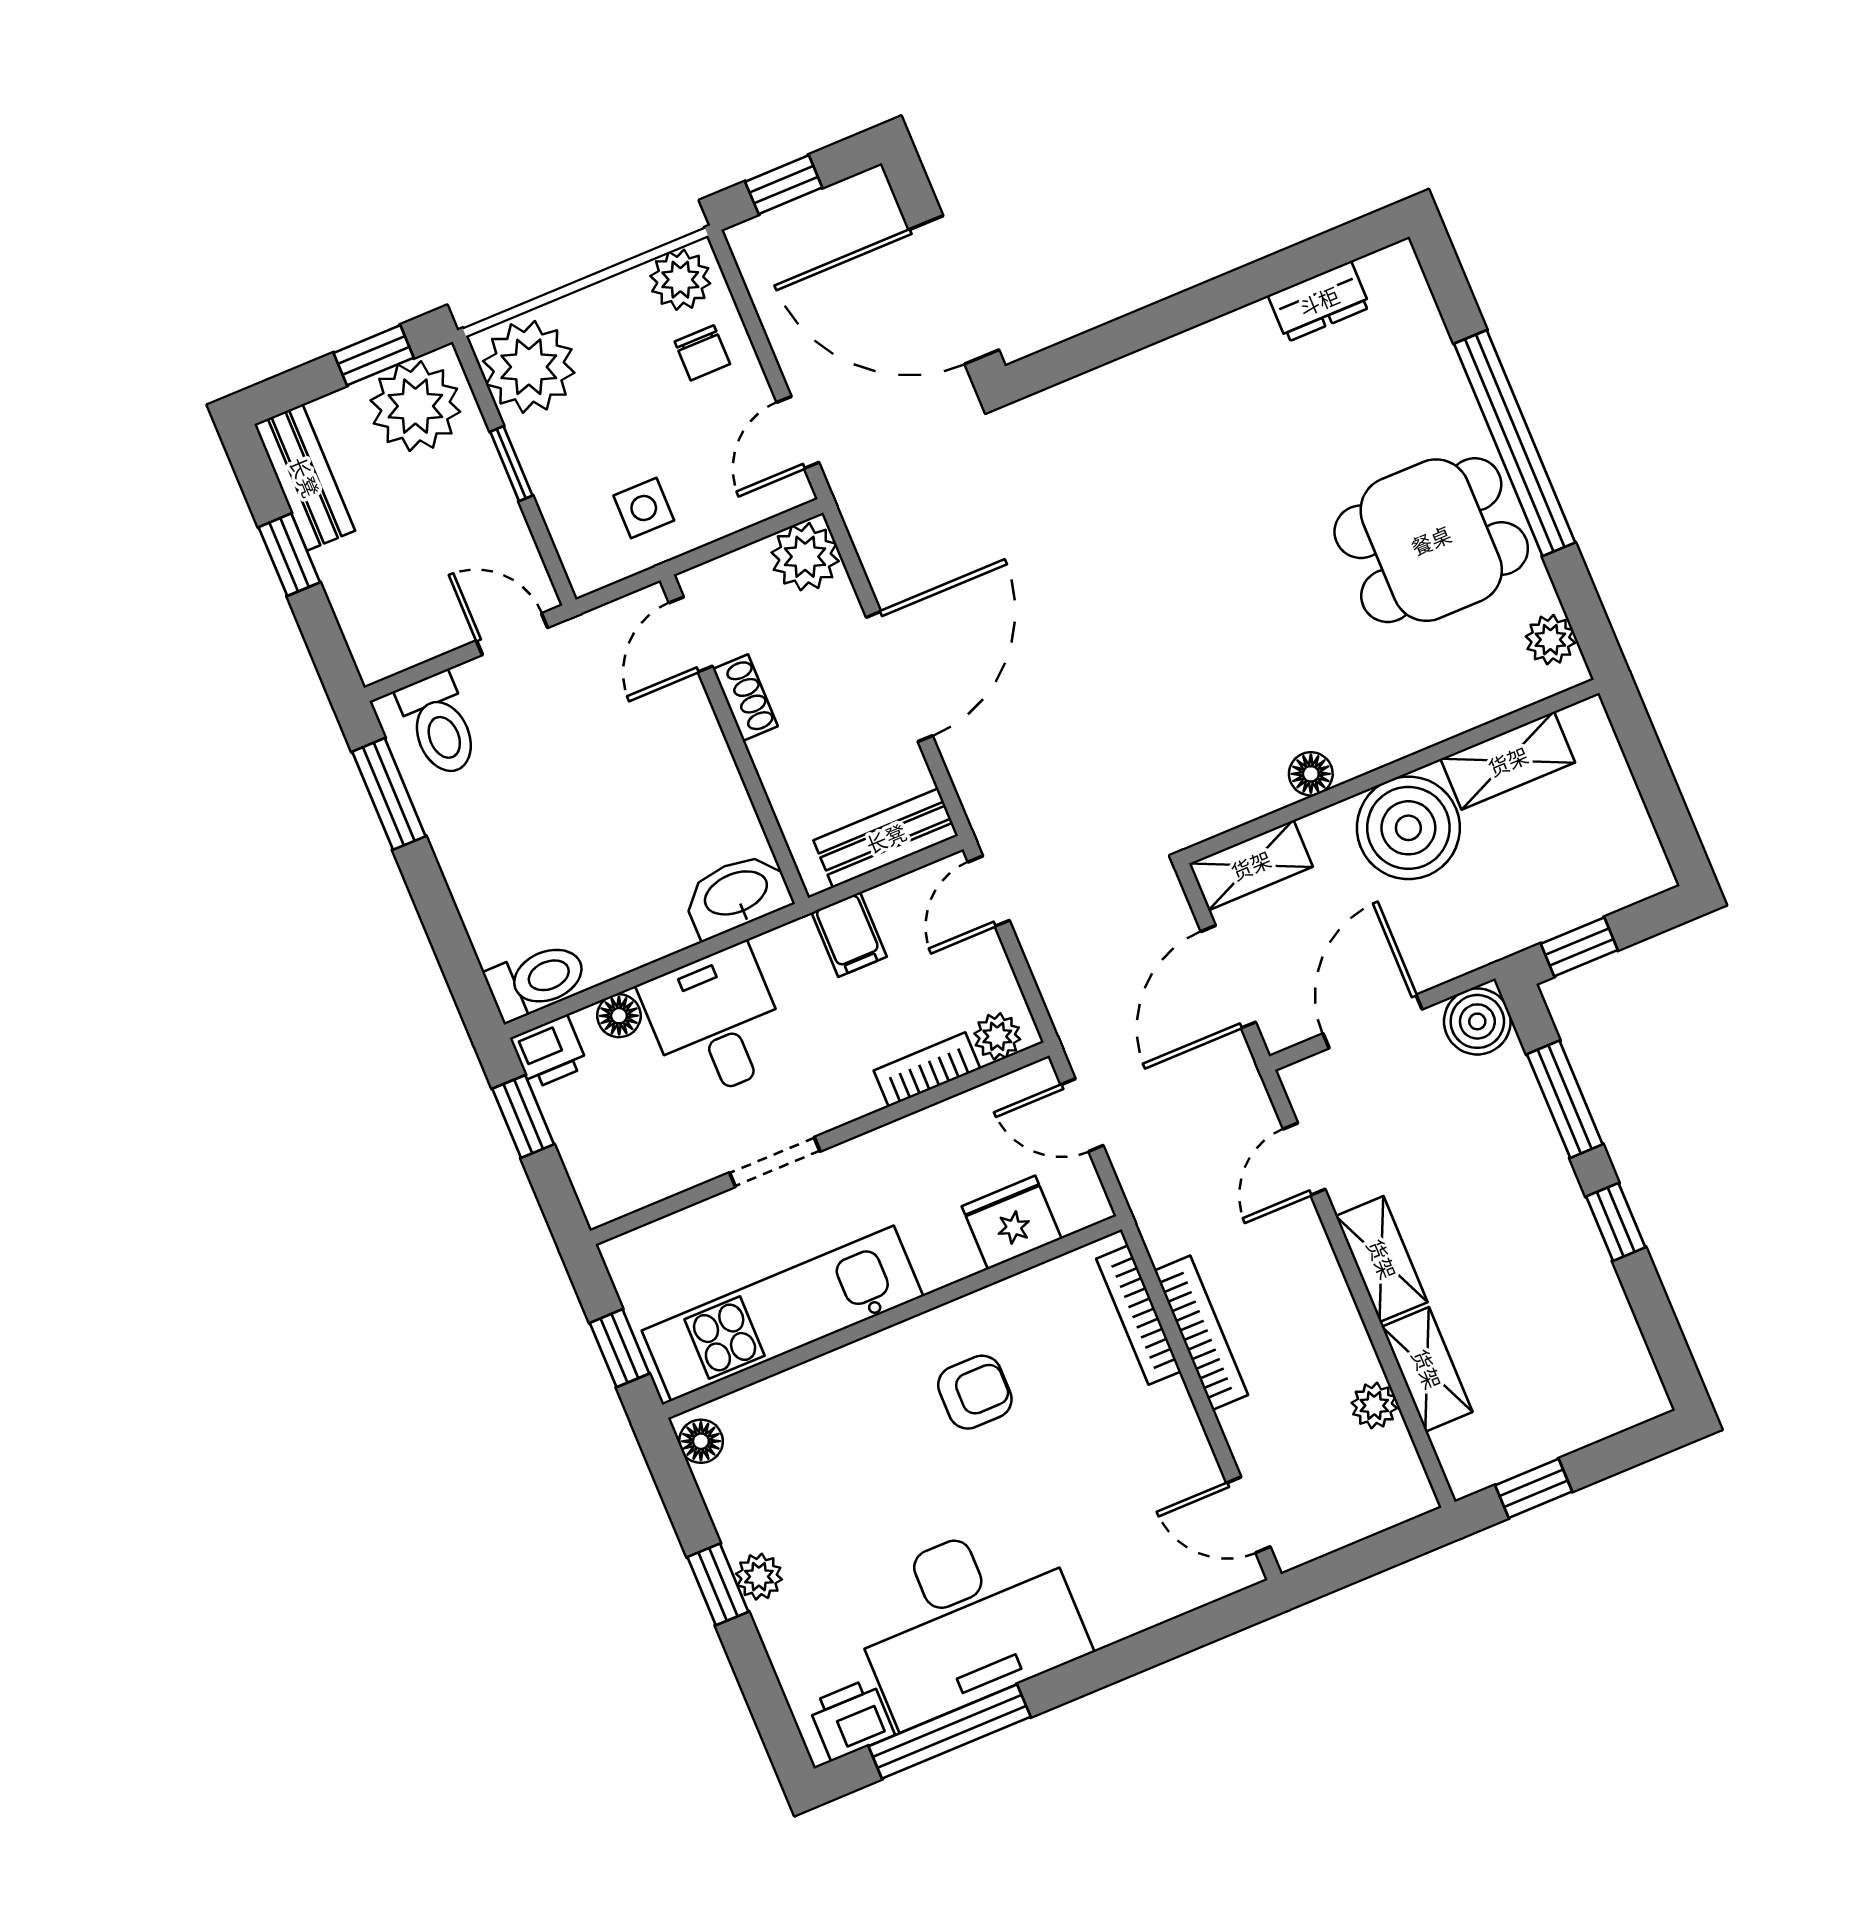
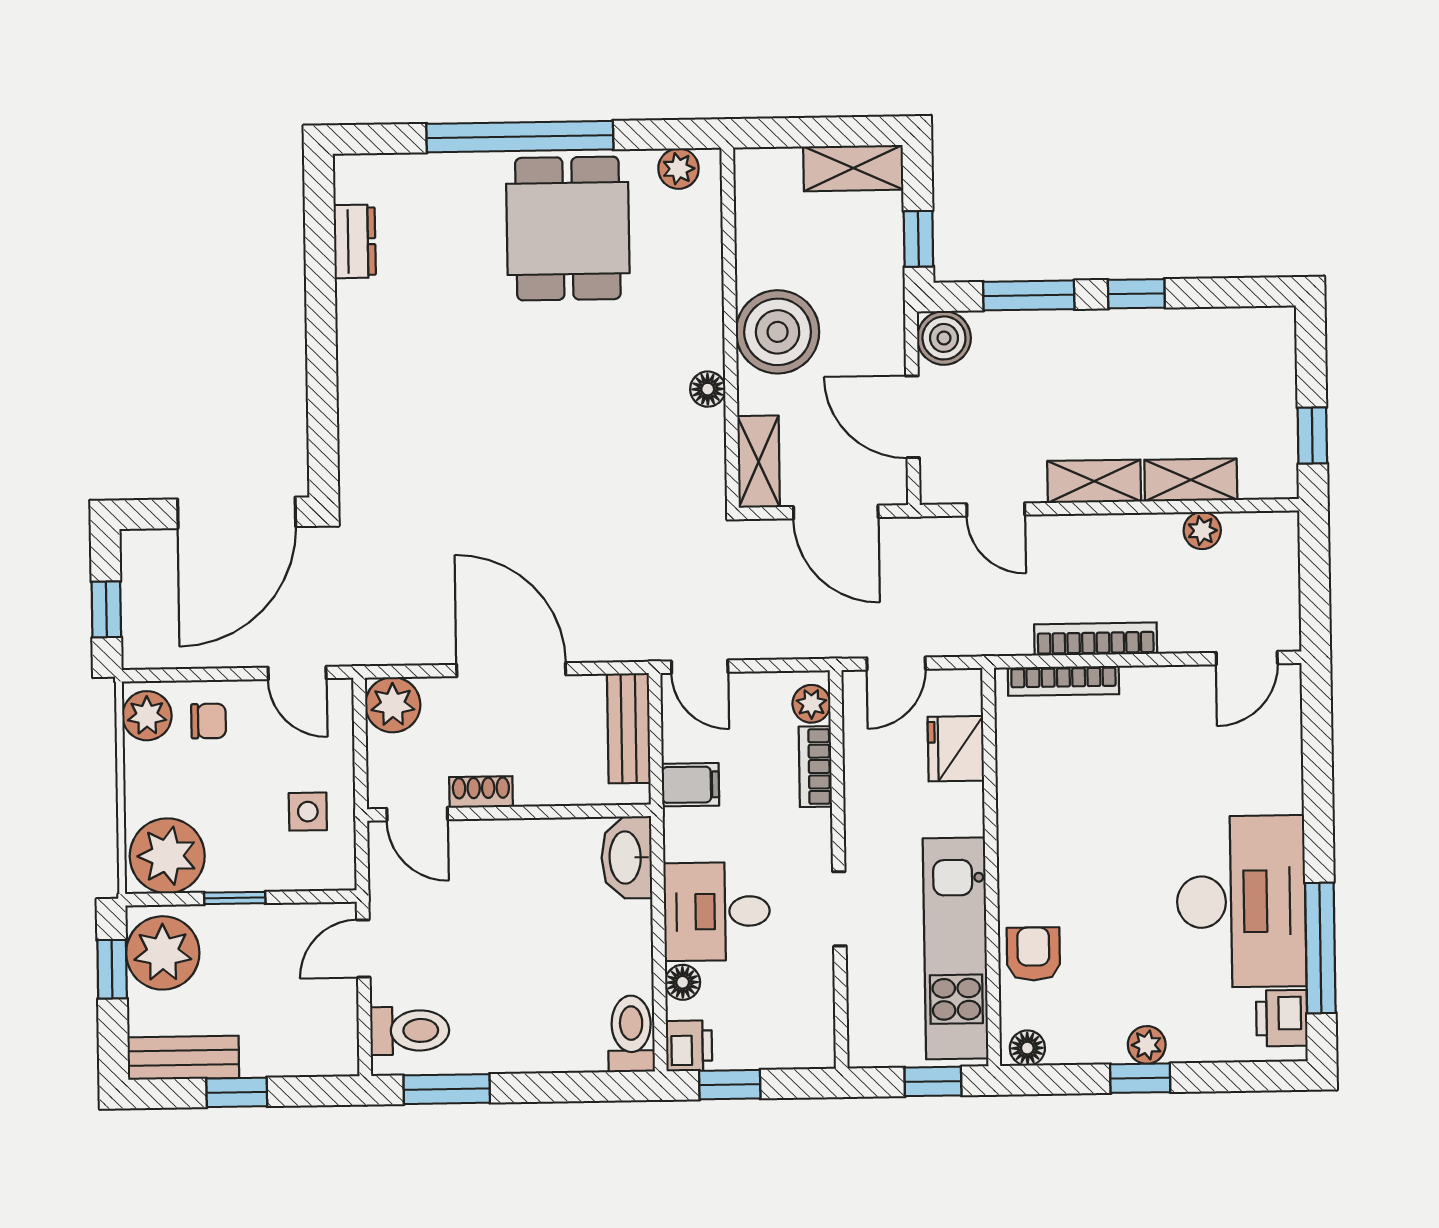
shelving: (1508, 761) -> (853, 168), moved, turned 90
armchair: (975, 1392) -> (1033, 954), moved

